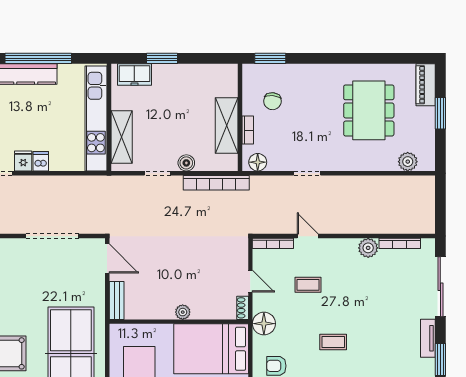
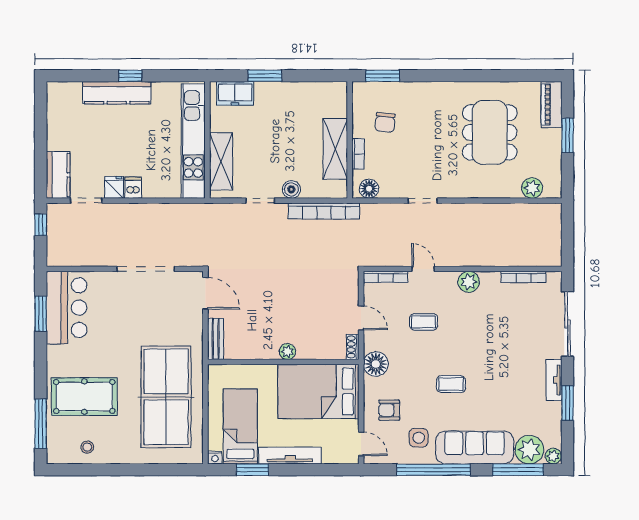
window: (38, 58) -> (130, 76), width x0.32
plant: (368, 248) -> (469, 282), moved

